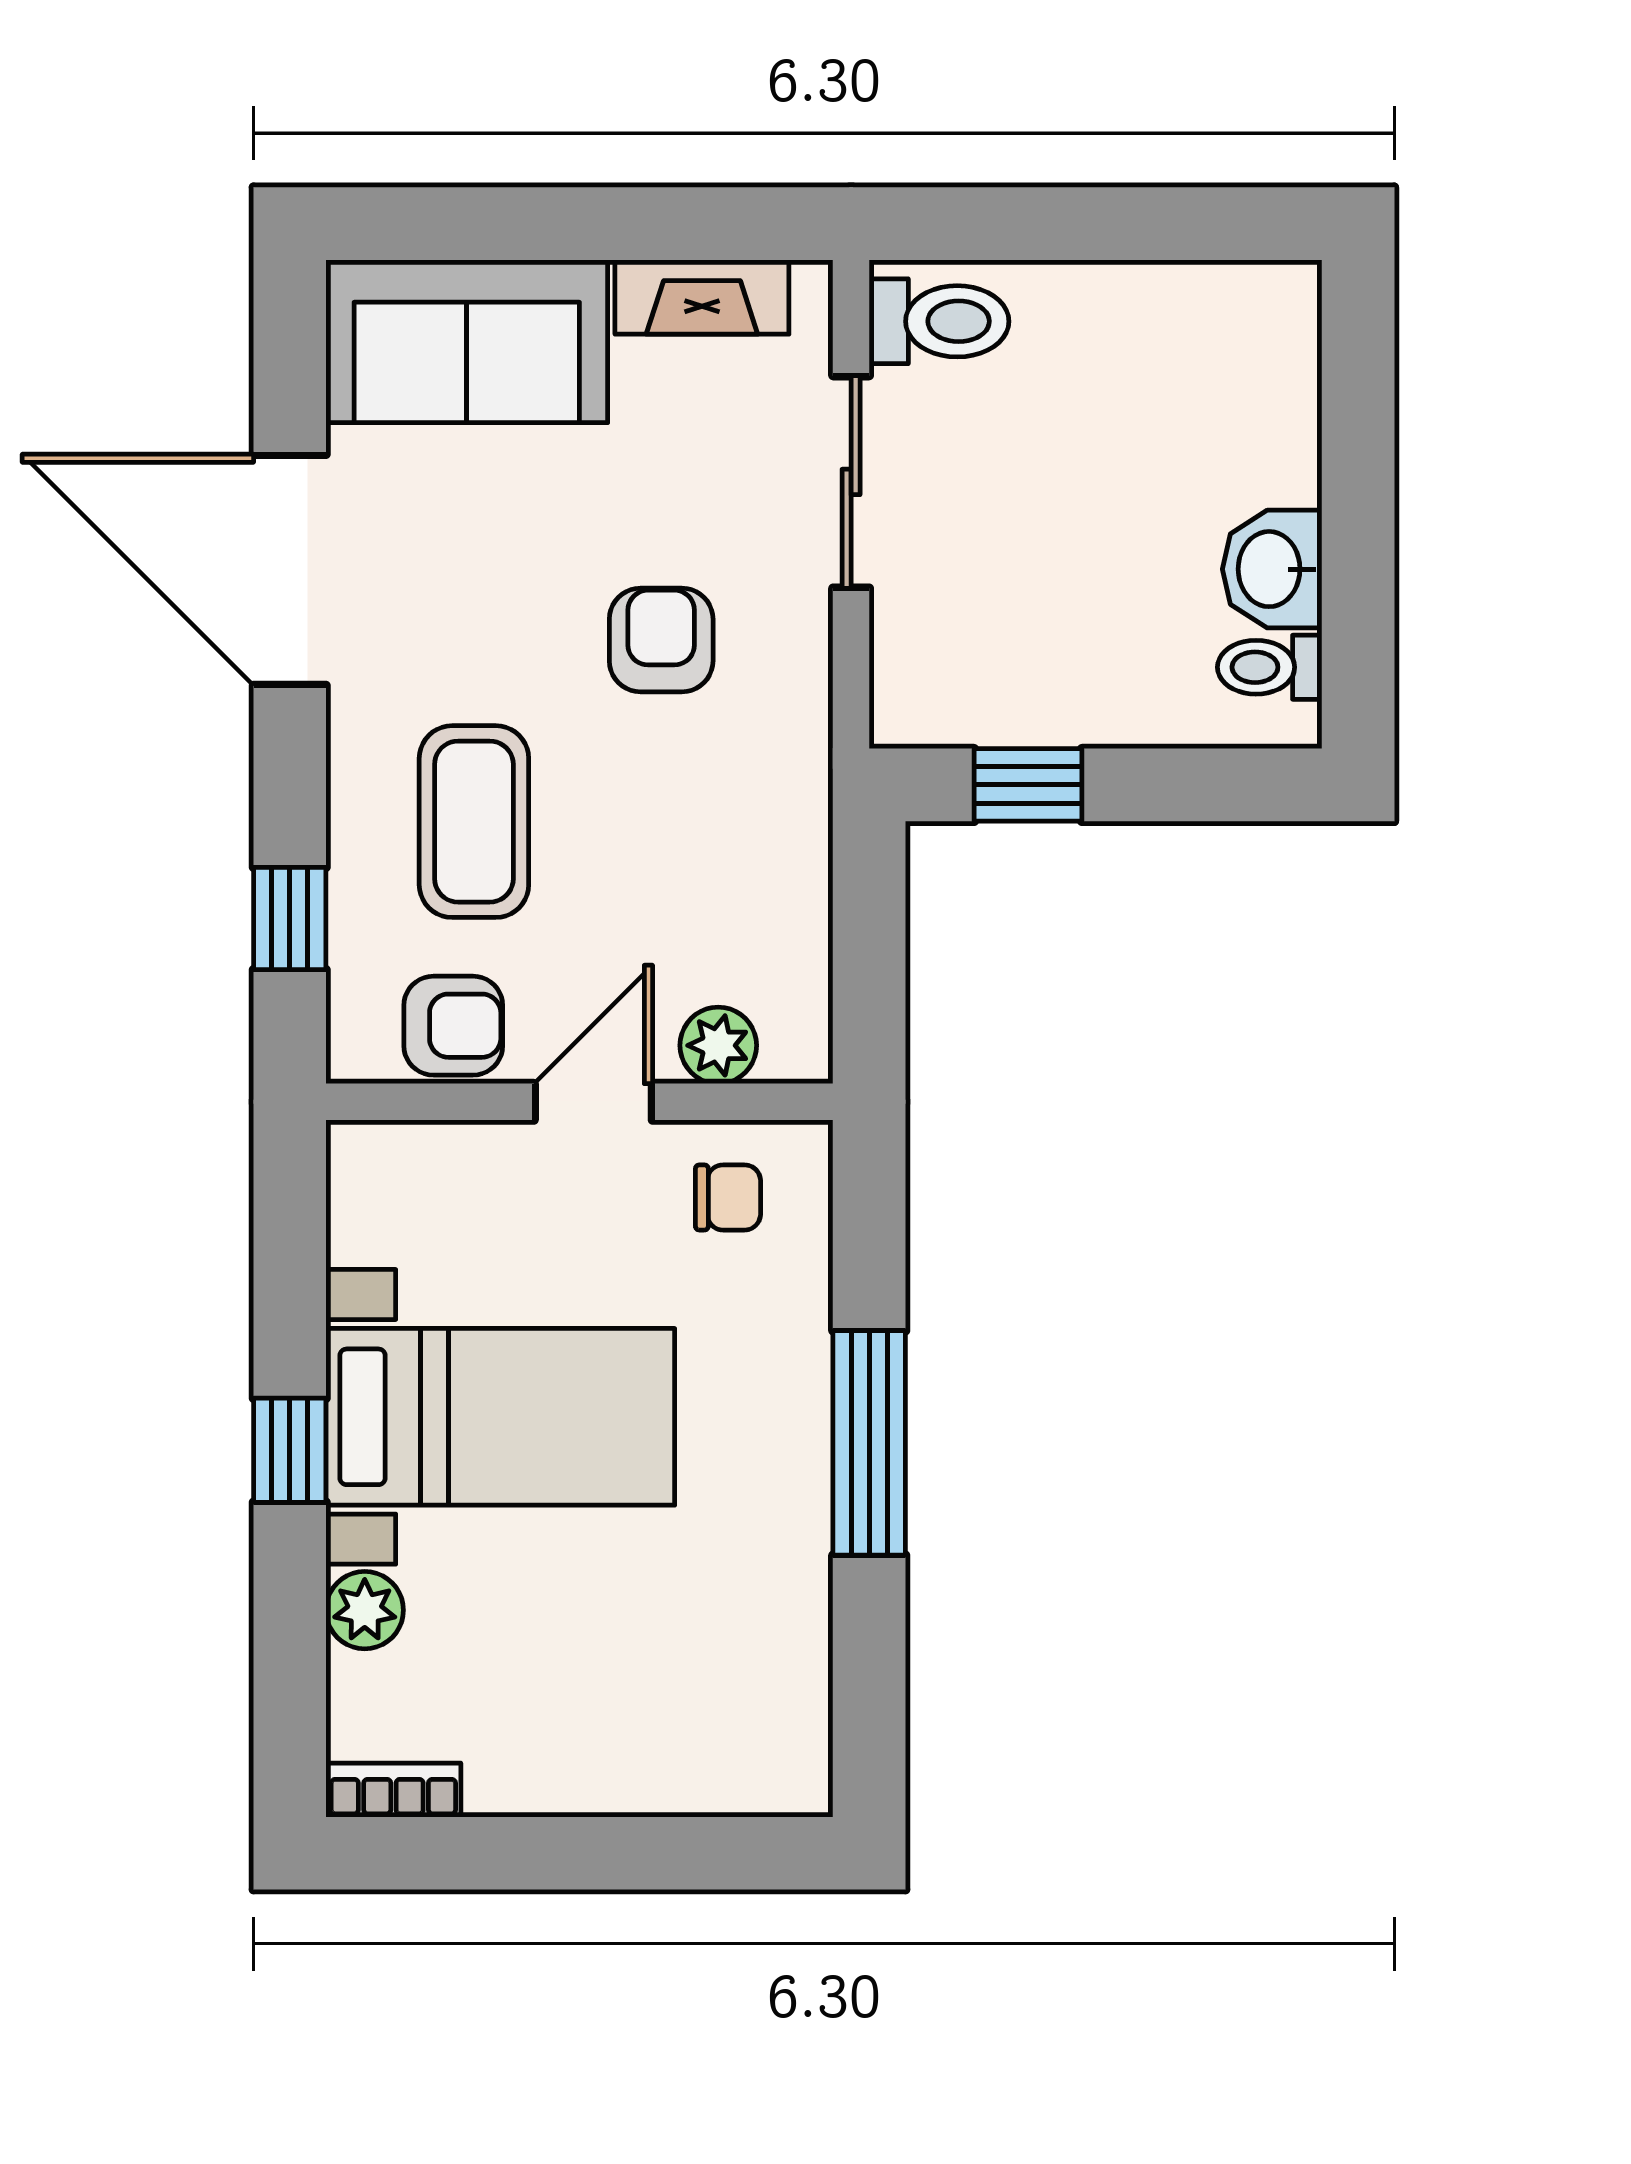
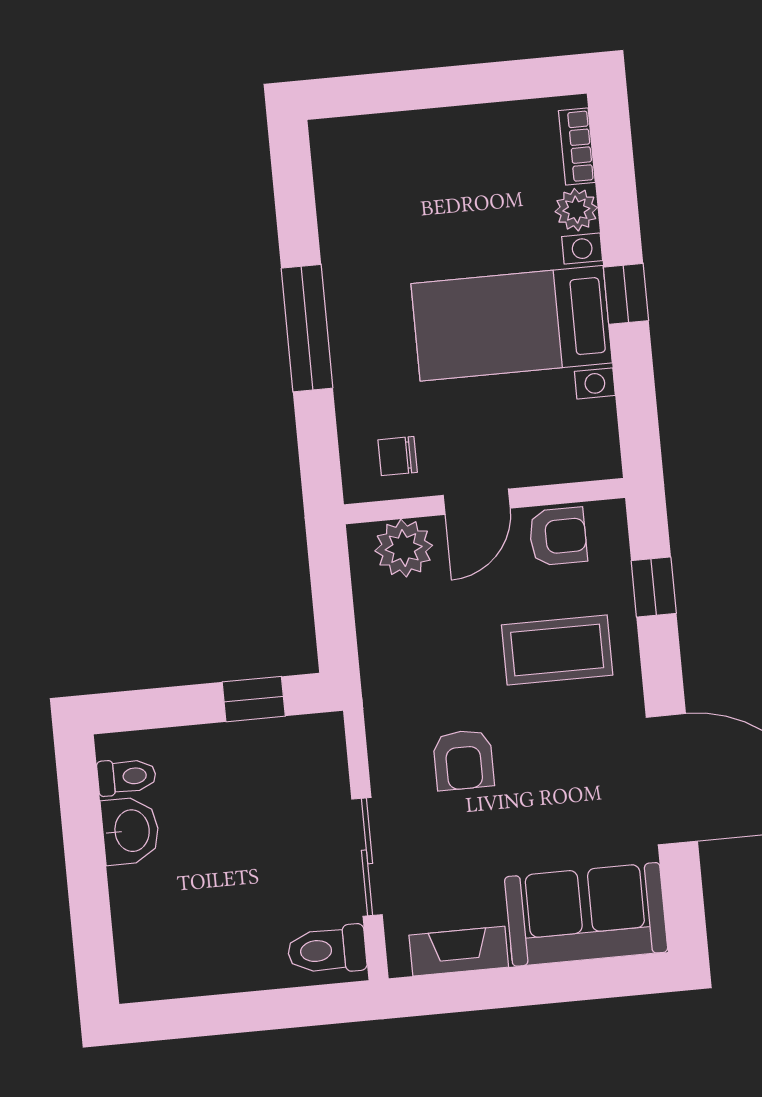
coffee table: (474, 822) -> (557, 650), turned 90
armchair: (453, 1026) -> (558, 536), turned 180
plant: (718, 1045) -> (404, 548), width x1.38, depth x1.38
bookcase: (393, 1790) -> (577, 147), moved, turned 90

